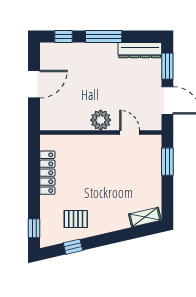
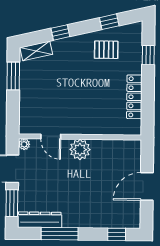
window: (104, 37) -> (60, 234), moved
plant: (156, 125) -> (24, 144), added
window: (167, 162) -> (13, 76), moved
window: (34, 228) -> (148, 55), moved
window: (121, 236) -> (60, 32), added

